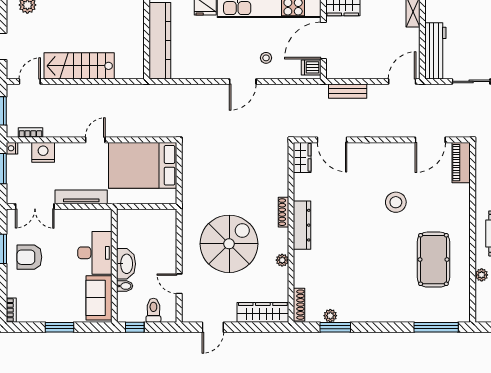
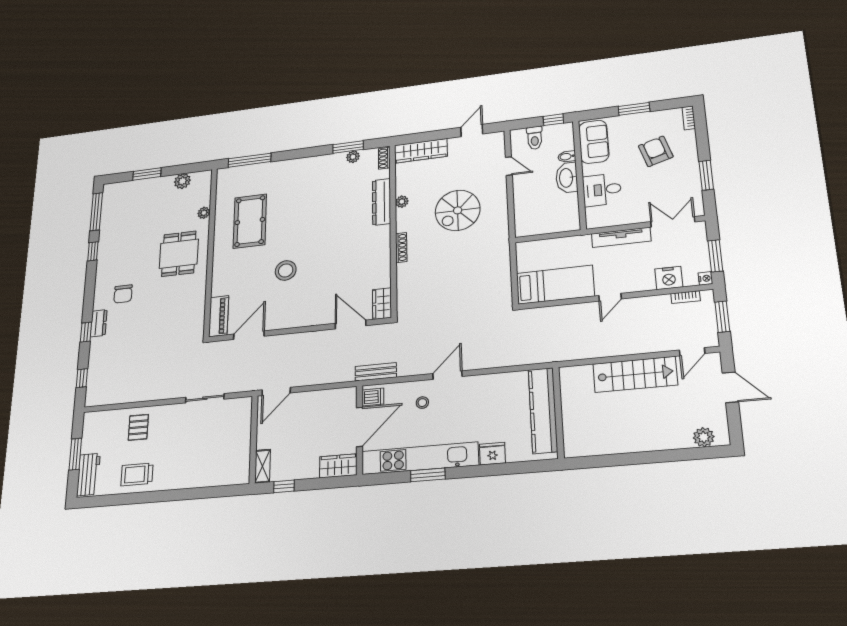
workbench: (435, 51) -> (240, 426), removed
bench: (348, 91) -> (376, 372), moved
bed: (143, 165) -> (555, 285), width x0.67
dresser: (302, 225) -> (381, 202), moved
spiral stairs: (229, 244) -> (458, 210), width x0.73, depth x0.73
desk: (95, 253) -> (602, 190), width x0.73
armchair: (29, 257) -> (656, 151), moved, turned -107
shoe rack: (299, 305) -> (384, 158), width x0.70

